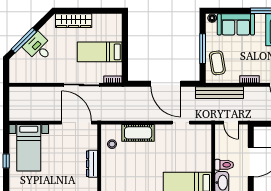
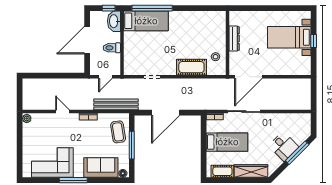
cot: (105, 20) -> (222, 171), added
door: (166, 84) -> (166, 113), swing flipped
door: (77, 123) -> (248, 77), hinge flipped
door: (231, 123) -> (105, 77), swing flipped
bed with nightstands: (29, 148) -> (289, 37), moved, turned -90
toilet: (224, 165) -> (112, 48), moved

